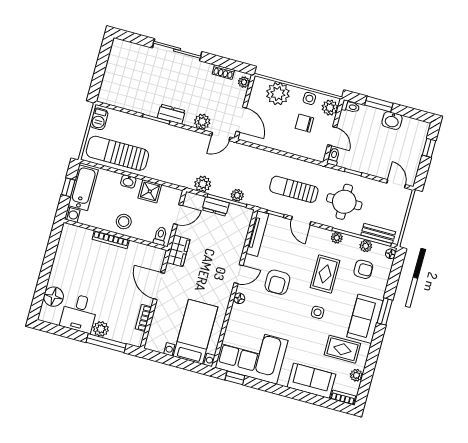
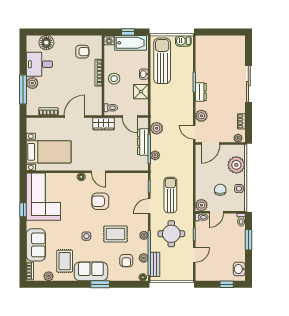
plant: (330, 108) -> (201, 205), moved
washbasin: (392, 121) -> (239, 269), moved
door: (396, 184) -> (194, 255), moved
dresser: (216, 206) -> (143, 142), width x1.44
tv unit: (257, 233) -> (132, 177), removed
armchair: (78, 253) -> (82, 52), added
window: (235, 378) -> (23, 210), moved

